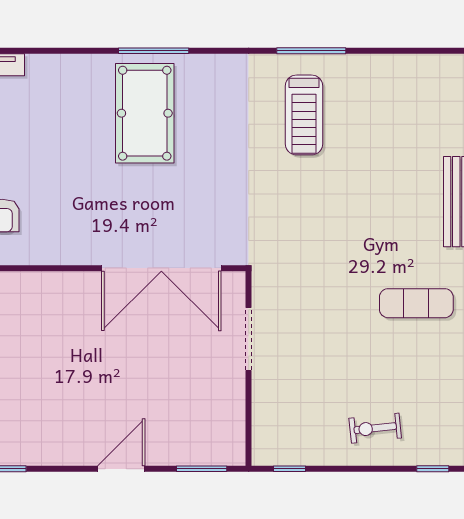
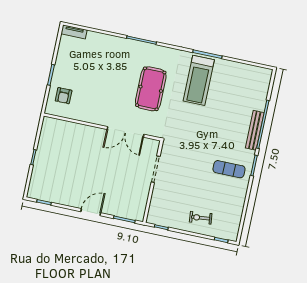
pool table: (145, 113) -> (151, 89), moved
treadmill: (304, 115) -> (199, 80), width x1.37, depth x1.38
double door: (161, 268) -> (125, 132), width x0.73

